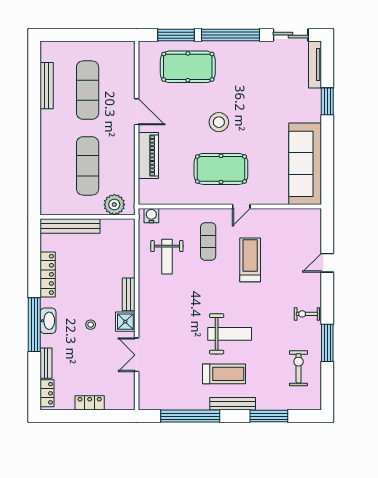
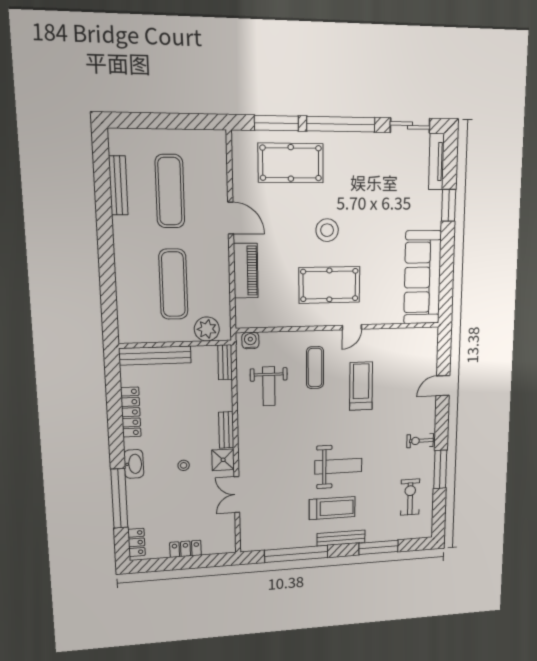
window: (34, 325) -> (119, 498), moved
bench: (46, 363) -> (225, 362), moved

